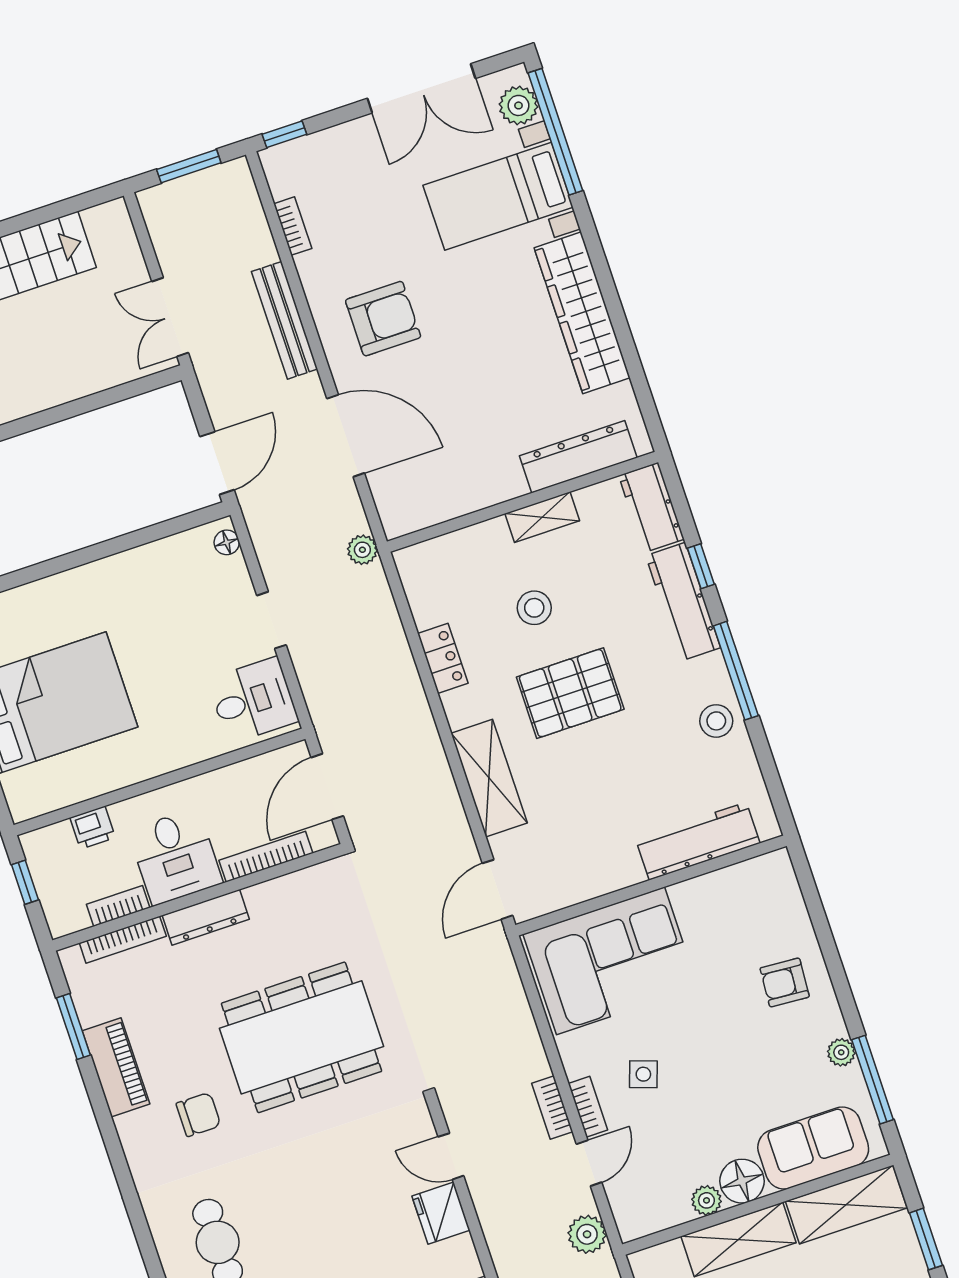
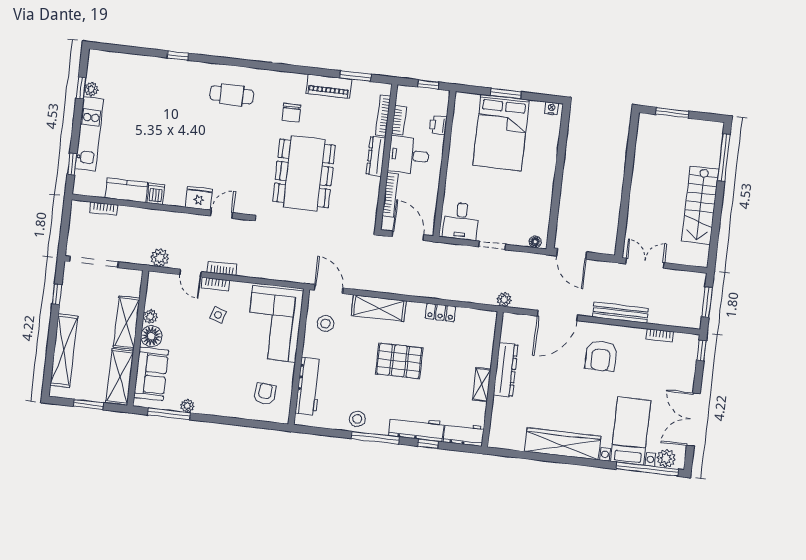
dresser: (578, 457) -> (506, 370), moved
stool: (534, 608) -> (326, 323), moved
pallet: (570, 693) -> (399, 361), turned 90
armchair: (785, 982) -> (265, 394), moved

